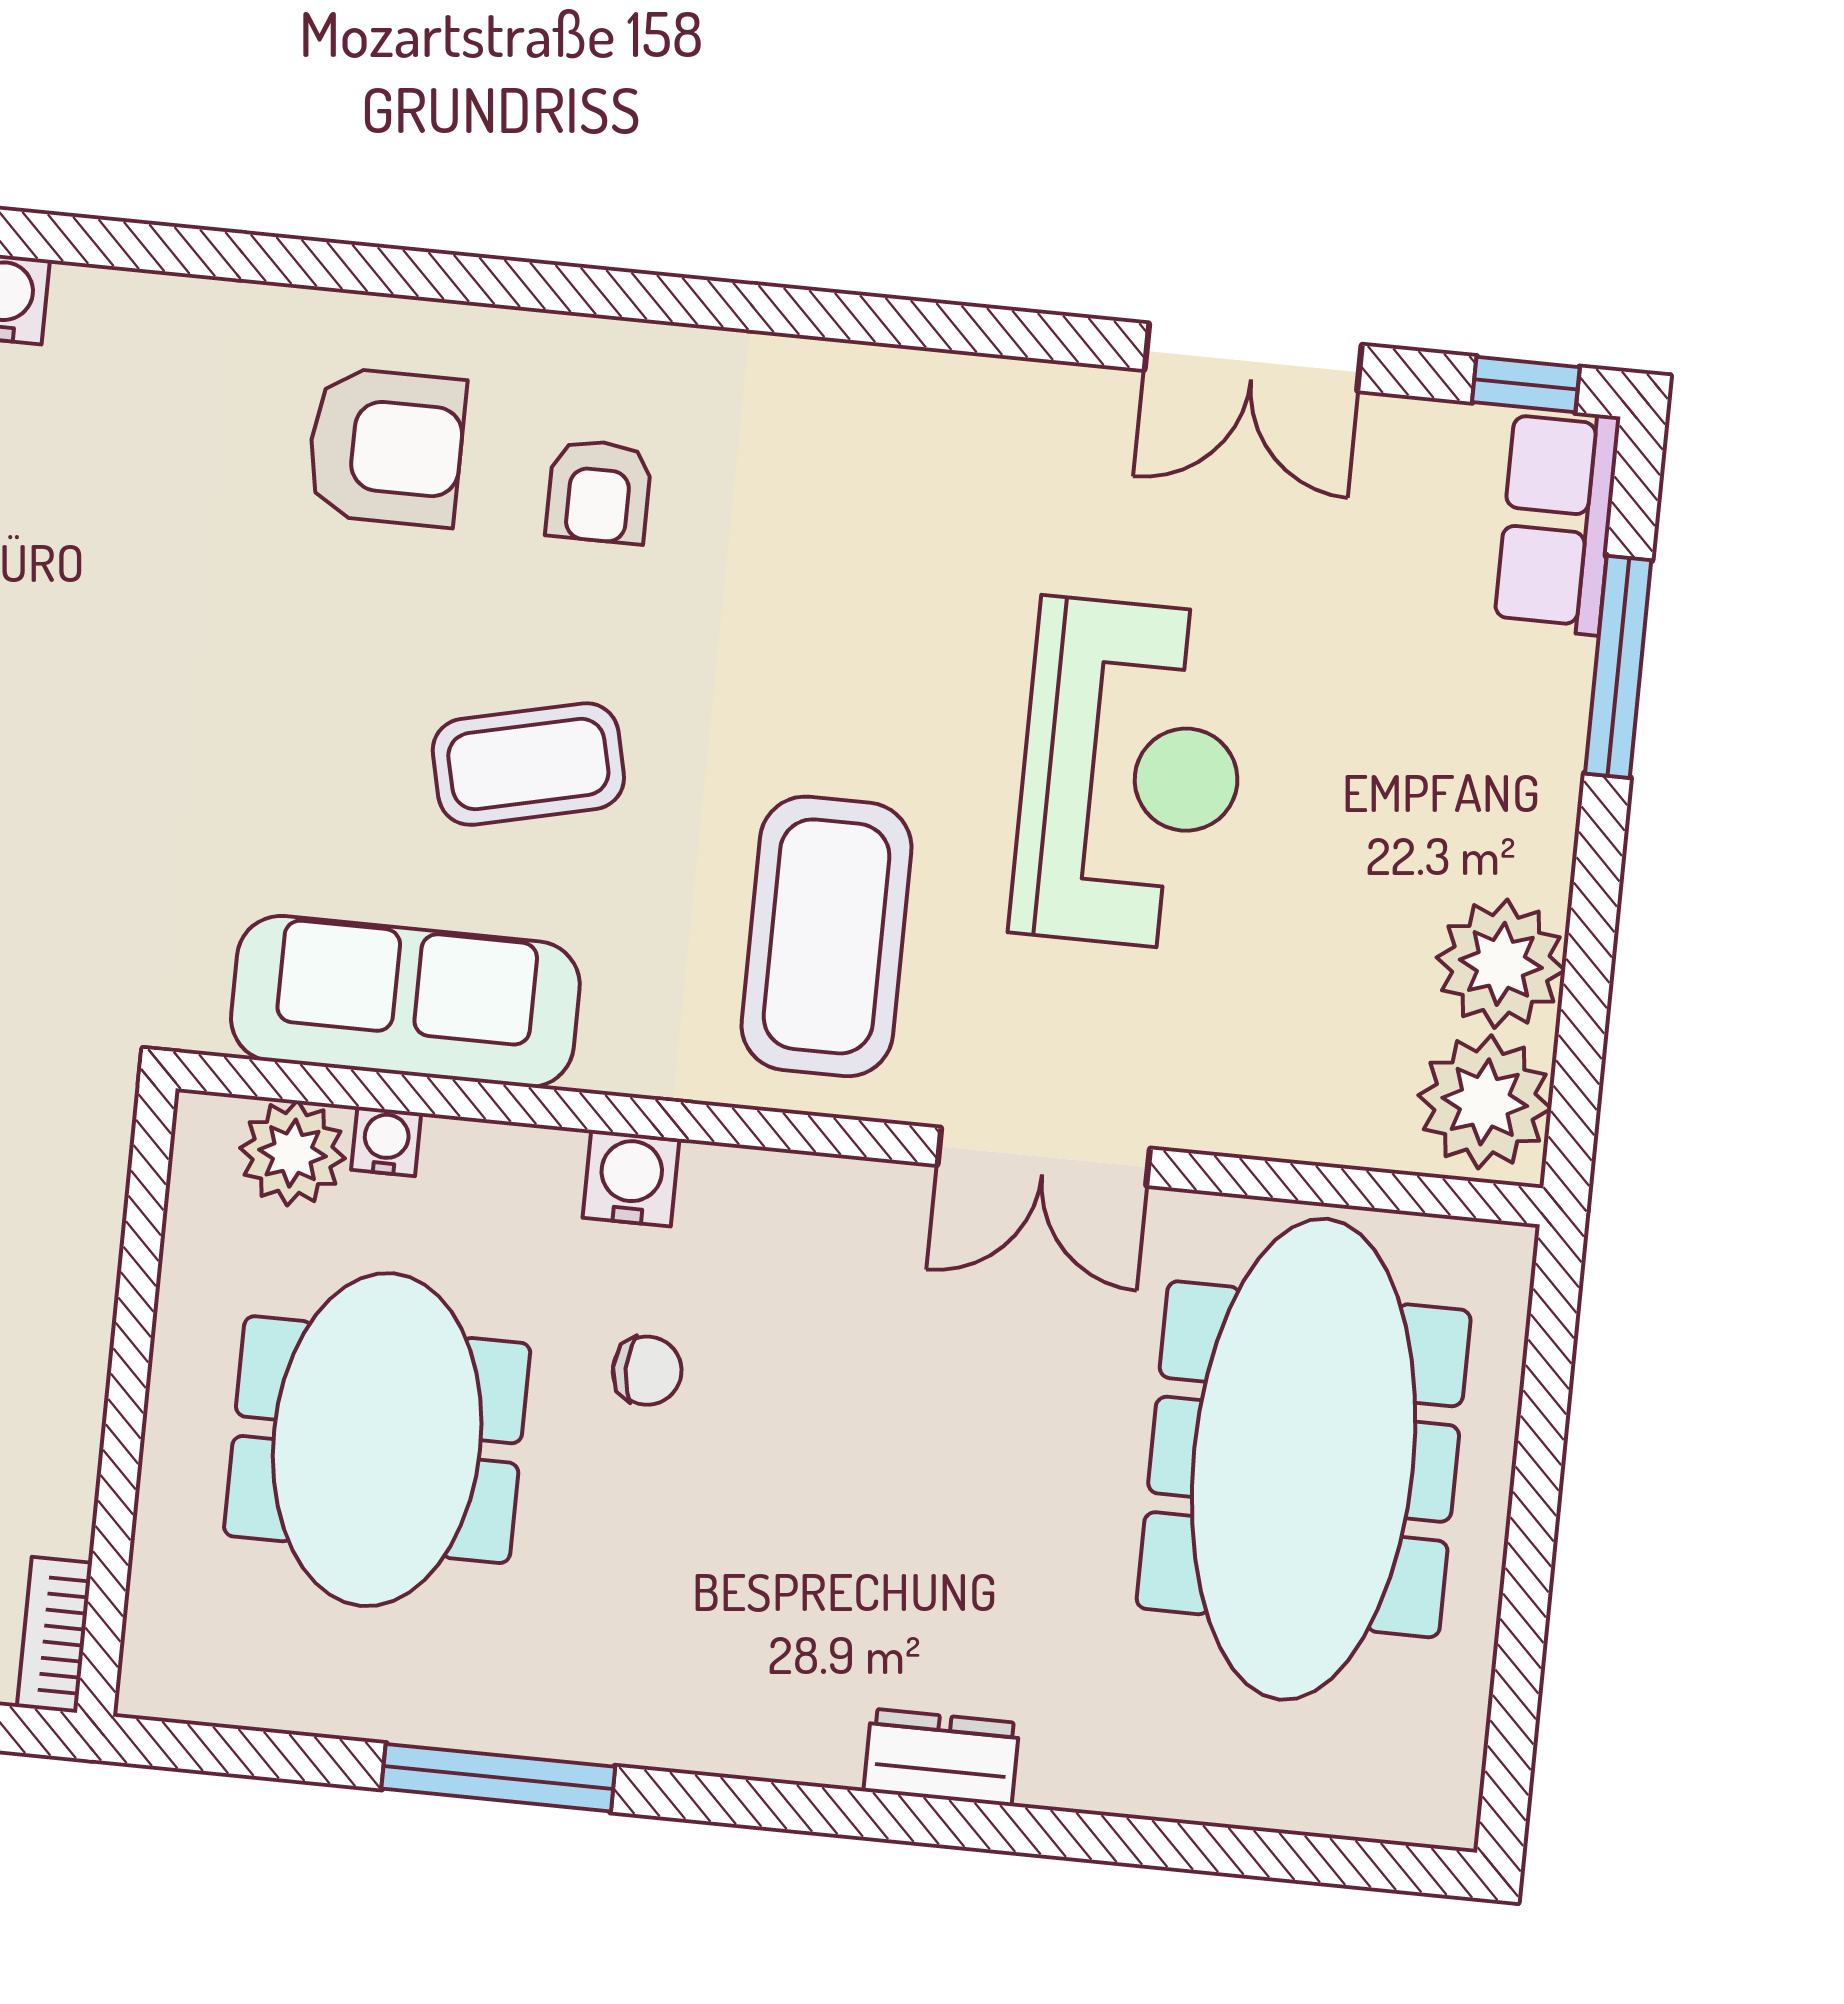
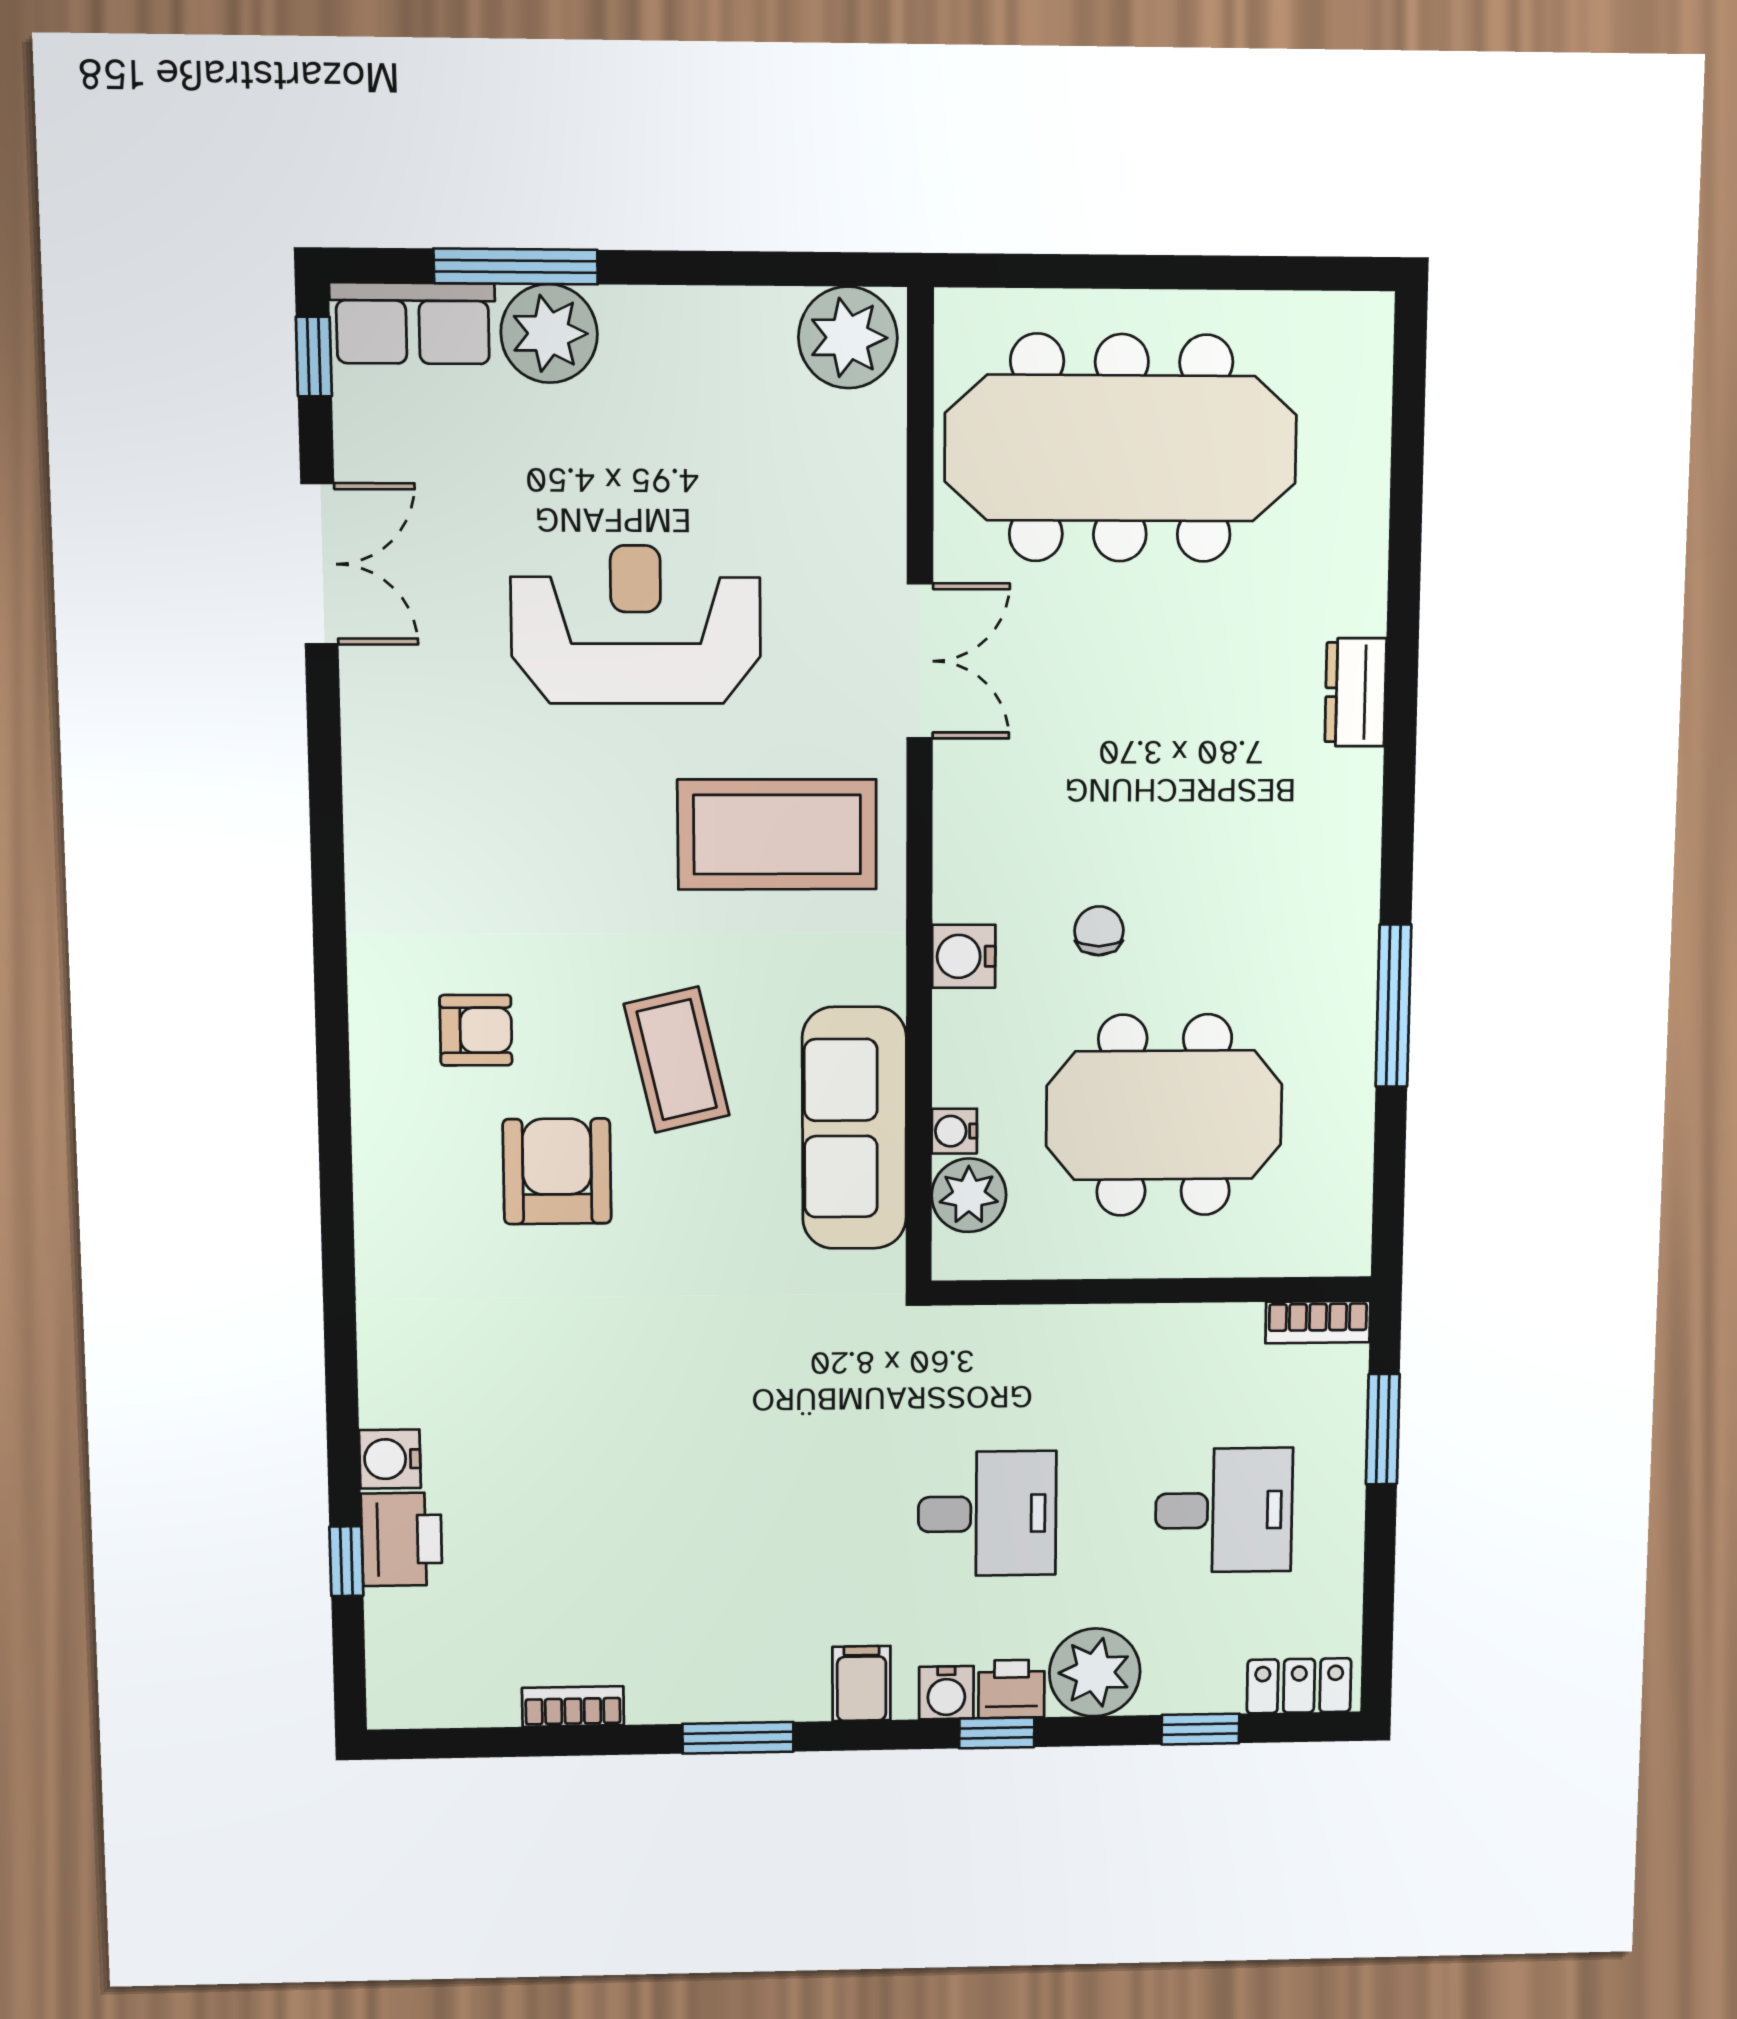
armchair: (386, 447) -> (557, 1171), moved
plant: (1501, 964) -> (549, 333), moved

